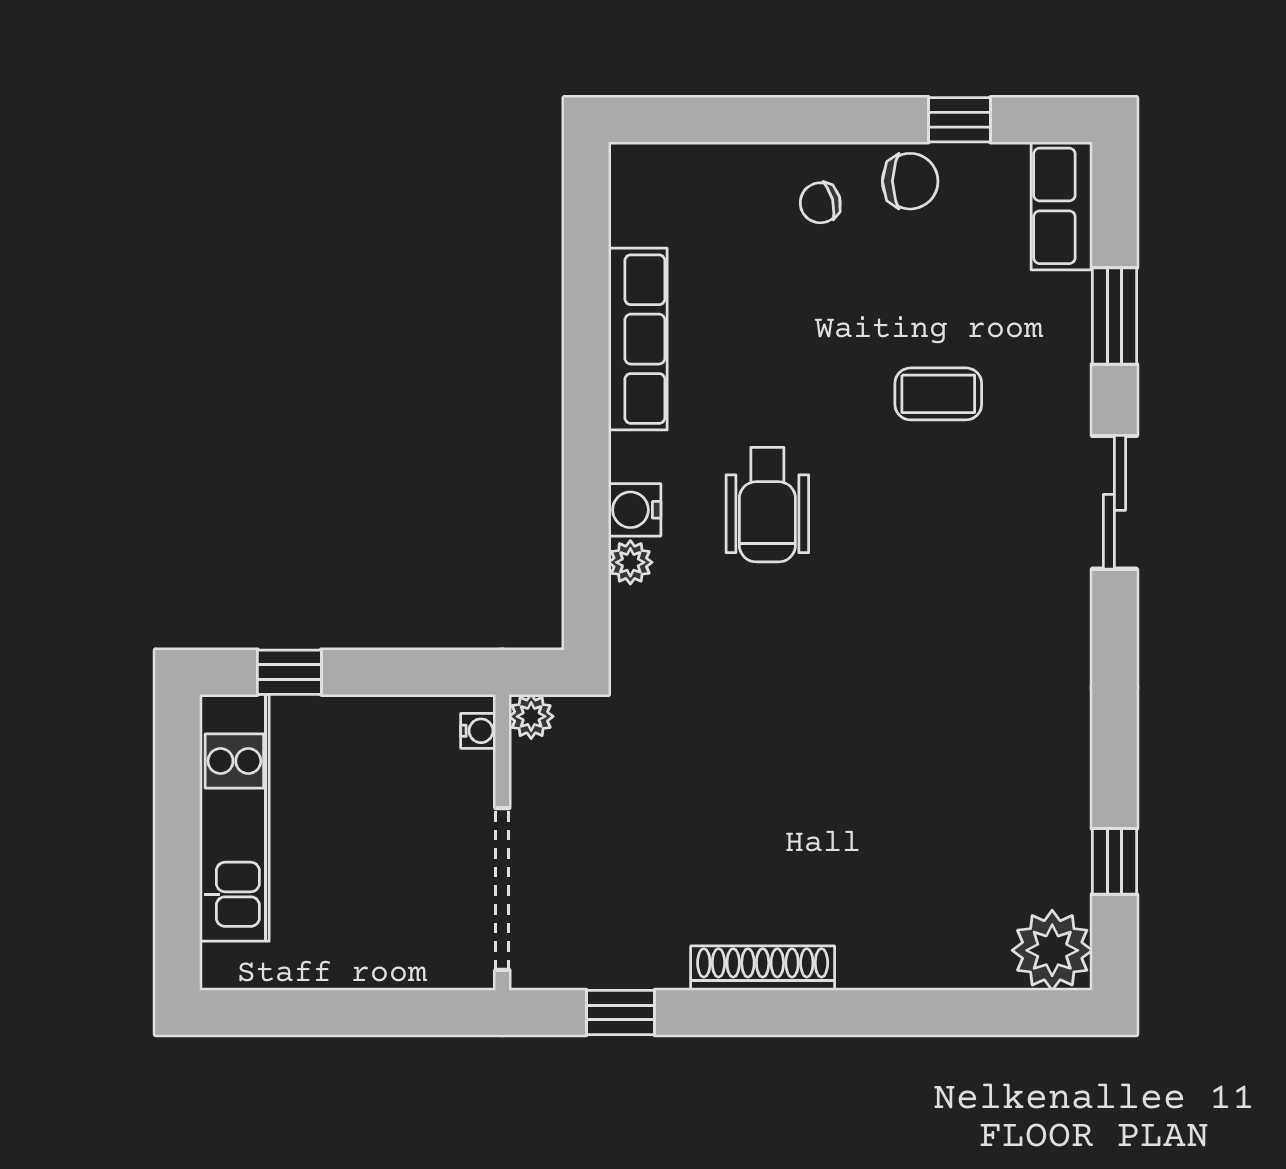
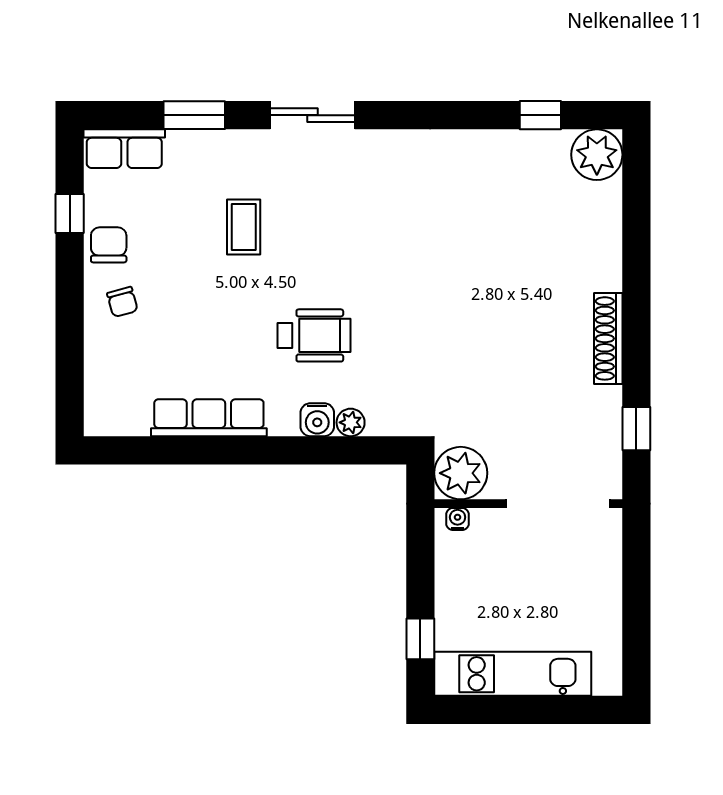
plant: (531, 716) -> (461, 473), width x1.88, depth x1.88

